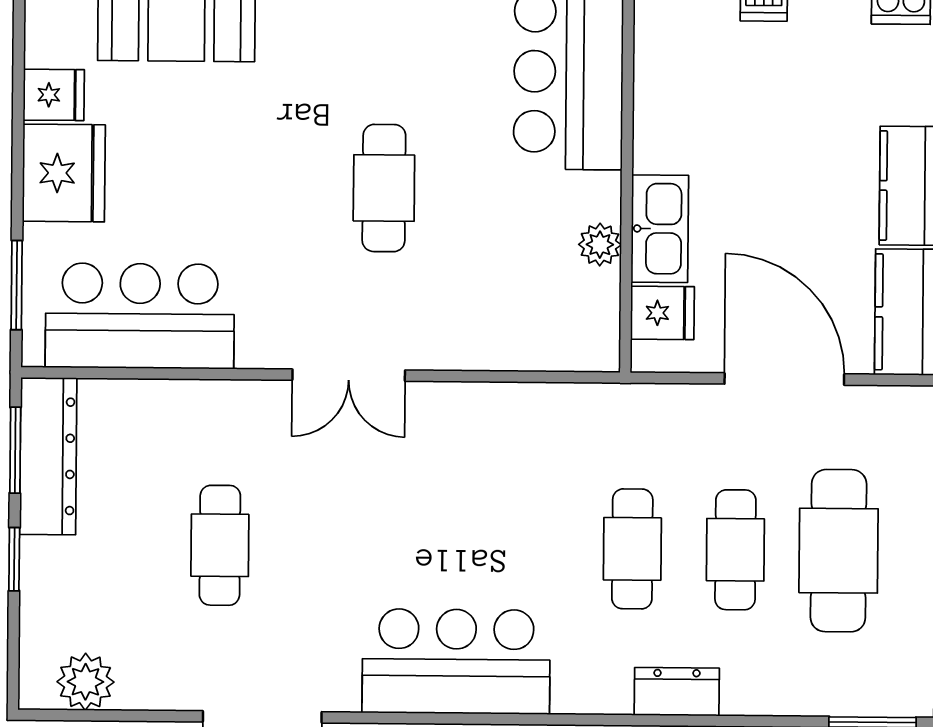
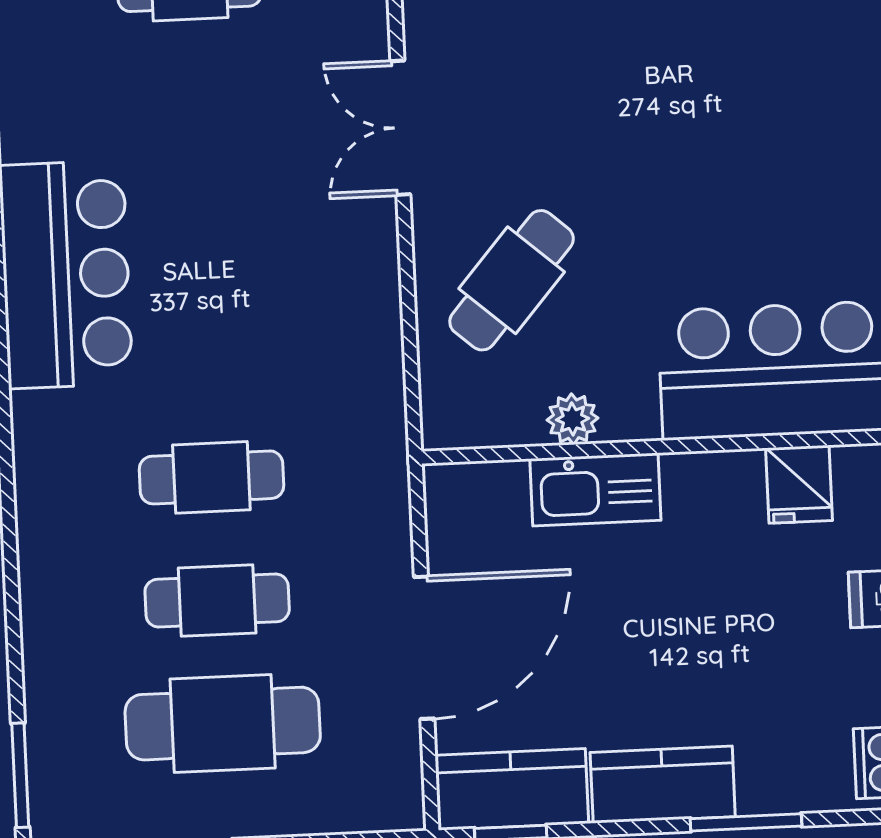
cafe table: (384, 188) -> (512, 280), moved, turned -49
fridge: (662, 313) -> (799, 484), moved
dresser: (677, 692) -> (44, 540), removed

